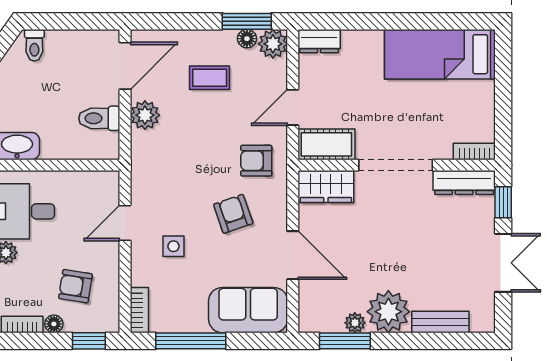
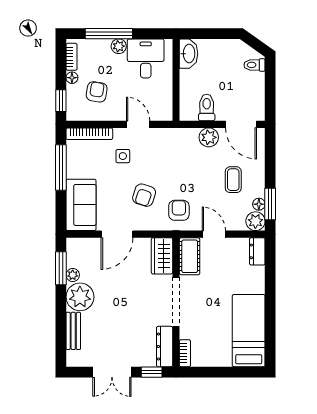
armchair: (233, 214) -> (144, 195), turned 127
bookcase: (139, 310) -> (89, 134), width x1.56

